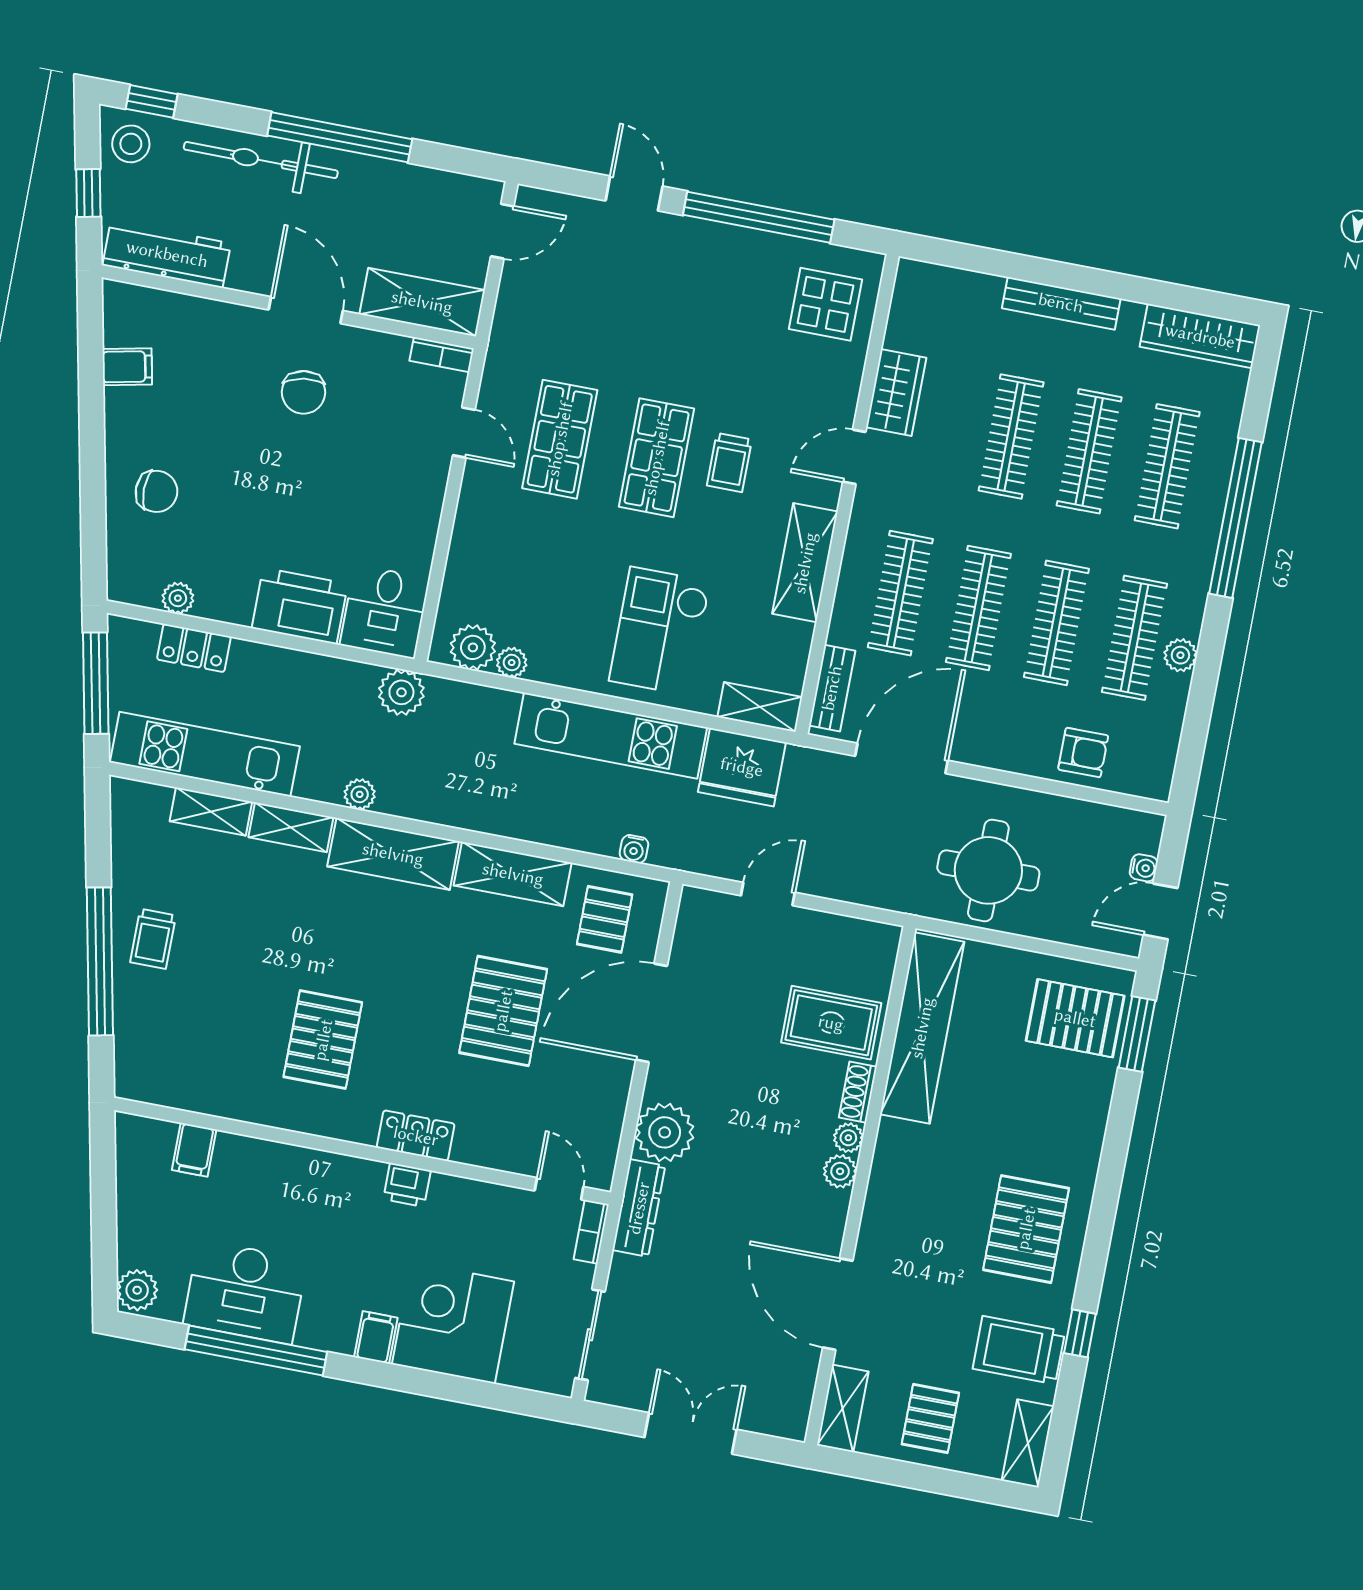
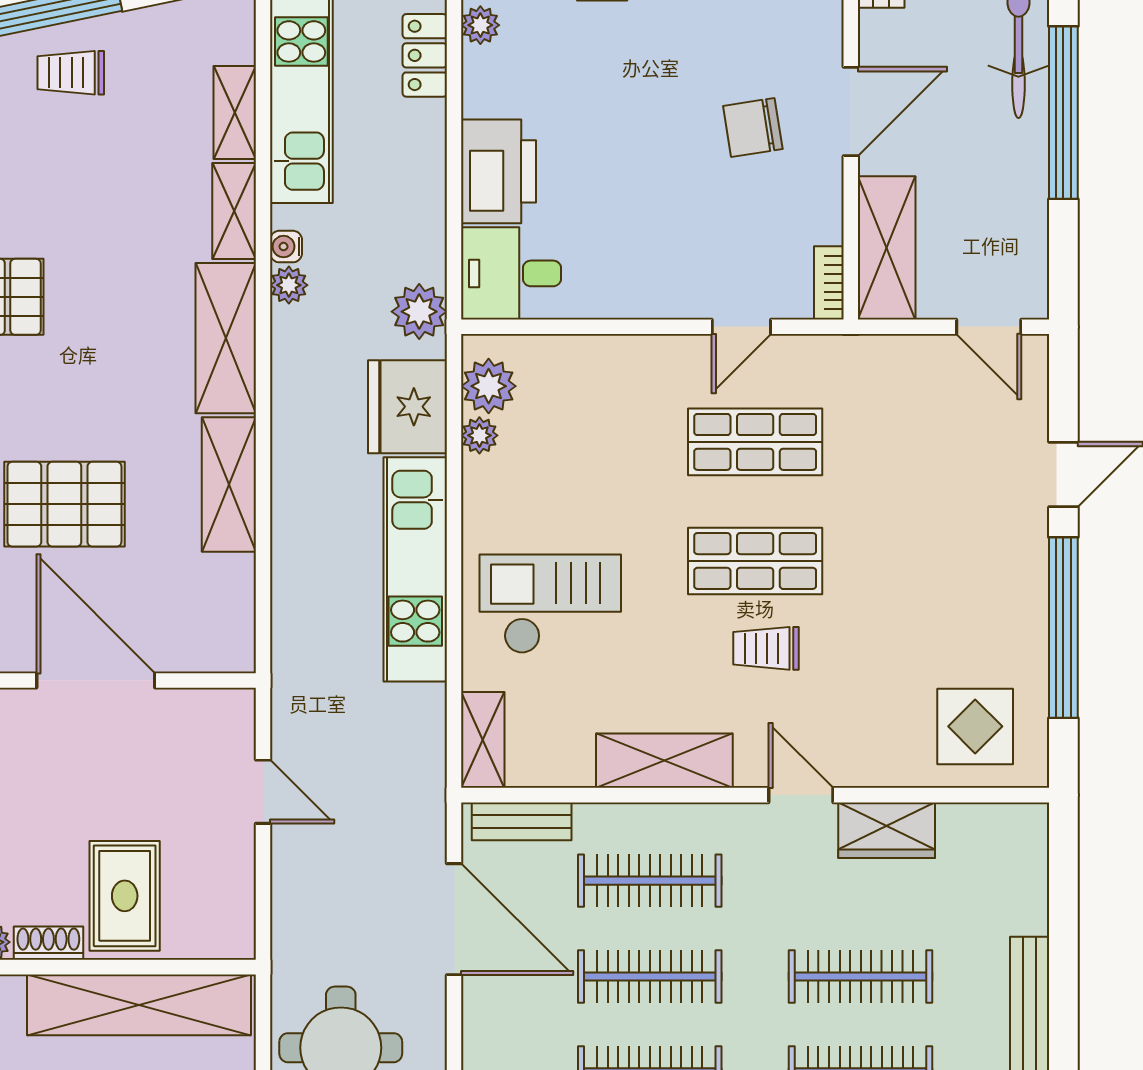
fridge: (742, 767) -> (407, 407), moved
water cooler: (634, 849) -> (286, 247), moved
pallet: (605, 919) -> (196, 604), removed

